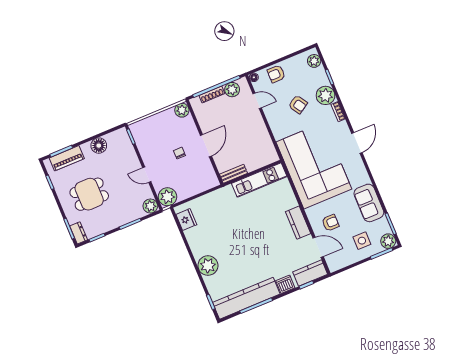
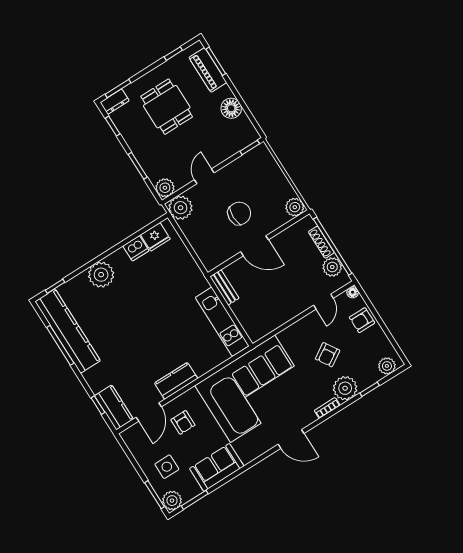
armchair: (276, 74) -> (362, 320), turned -90
chair: (179, 153) -> (239, 213), width x1.87, depth x1.87
dishwasher: (285, 284) -> (136, 248), moved, turned 90

